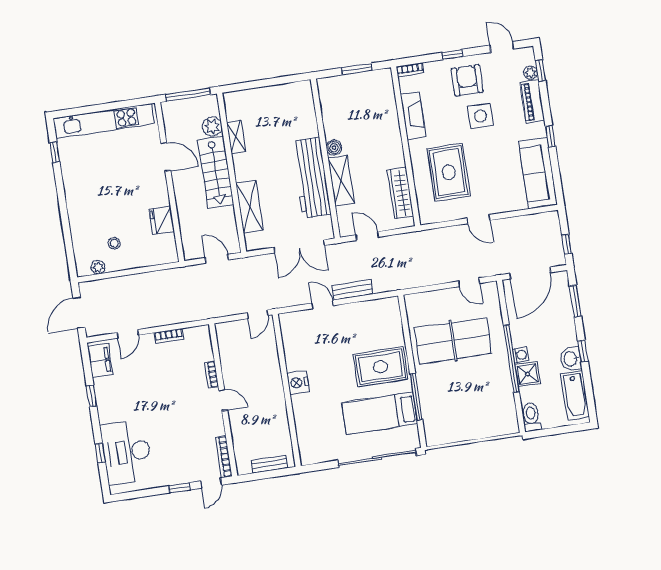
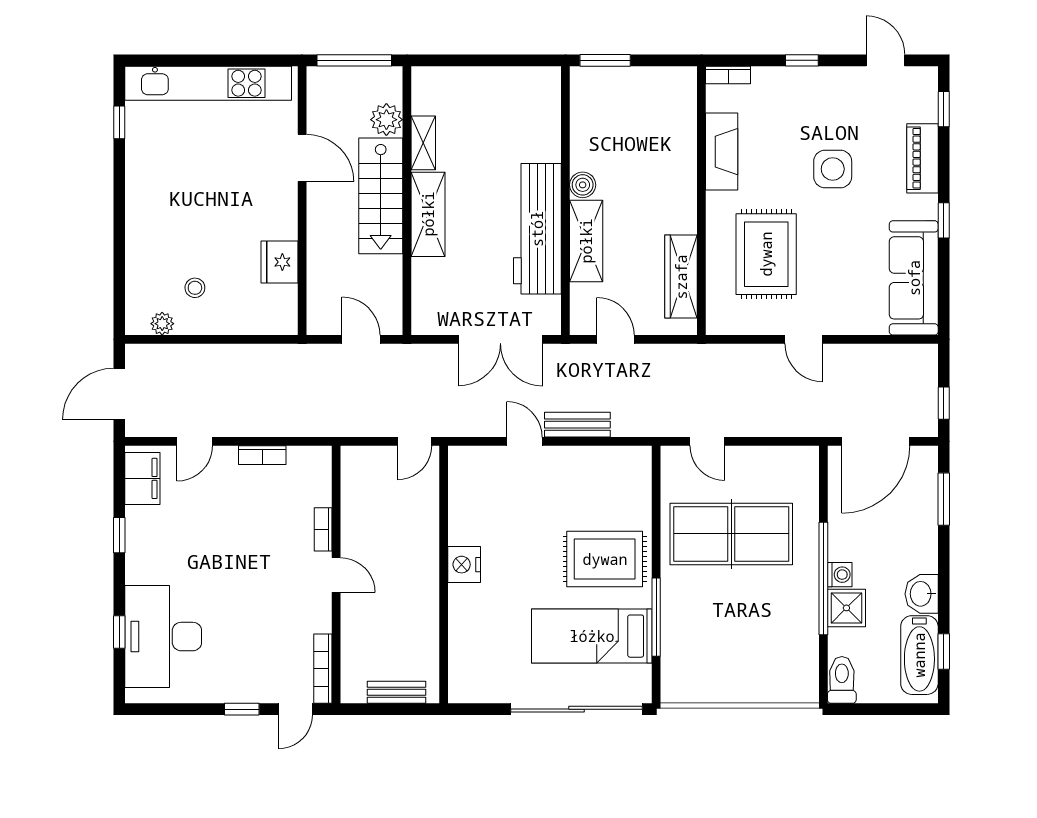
window: (357, 69) -> (605, 60), moved
plant: (531, 73) -> (927, 110), removed
armchair: (467, 80) -> (820, 107), removed
shelving: (249, 207) -> (428, 214), moved
door: (469, 282) -> (707, 441), moved
window: (583, 351) -> (944, 652), moved

